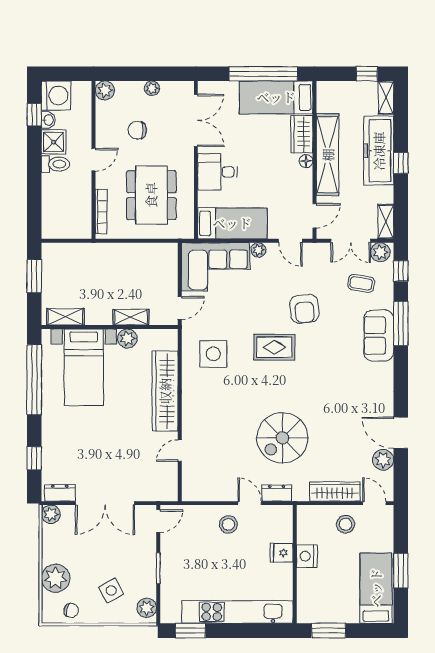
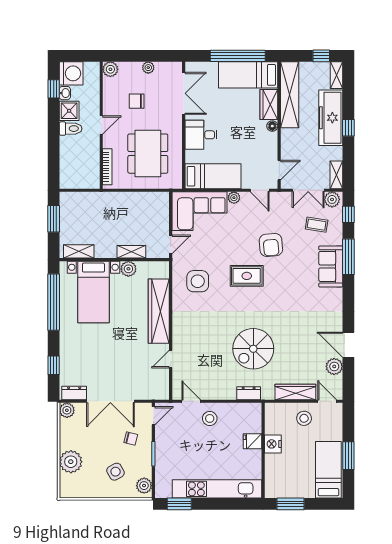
shelving: (328, 155) -> (290, 95), moved
door: (250, 503) -> (191, 401), moved
chair: (71, 610) -> (131, 439), moved

